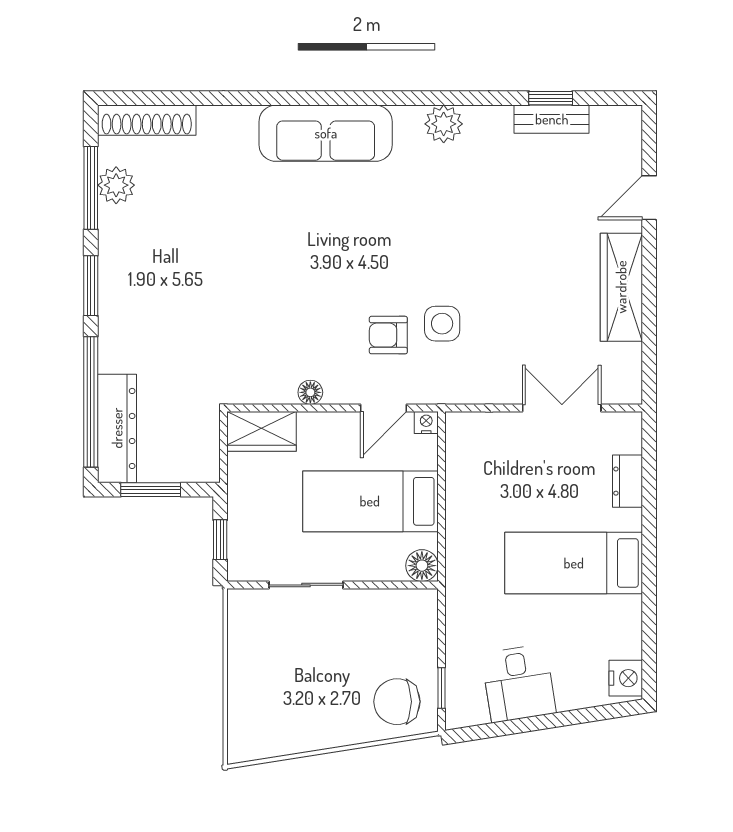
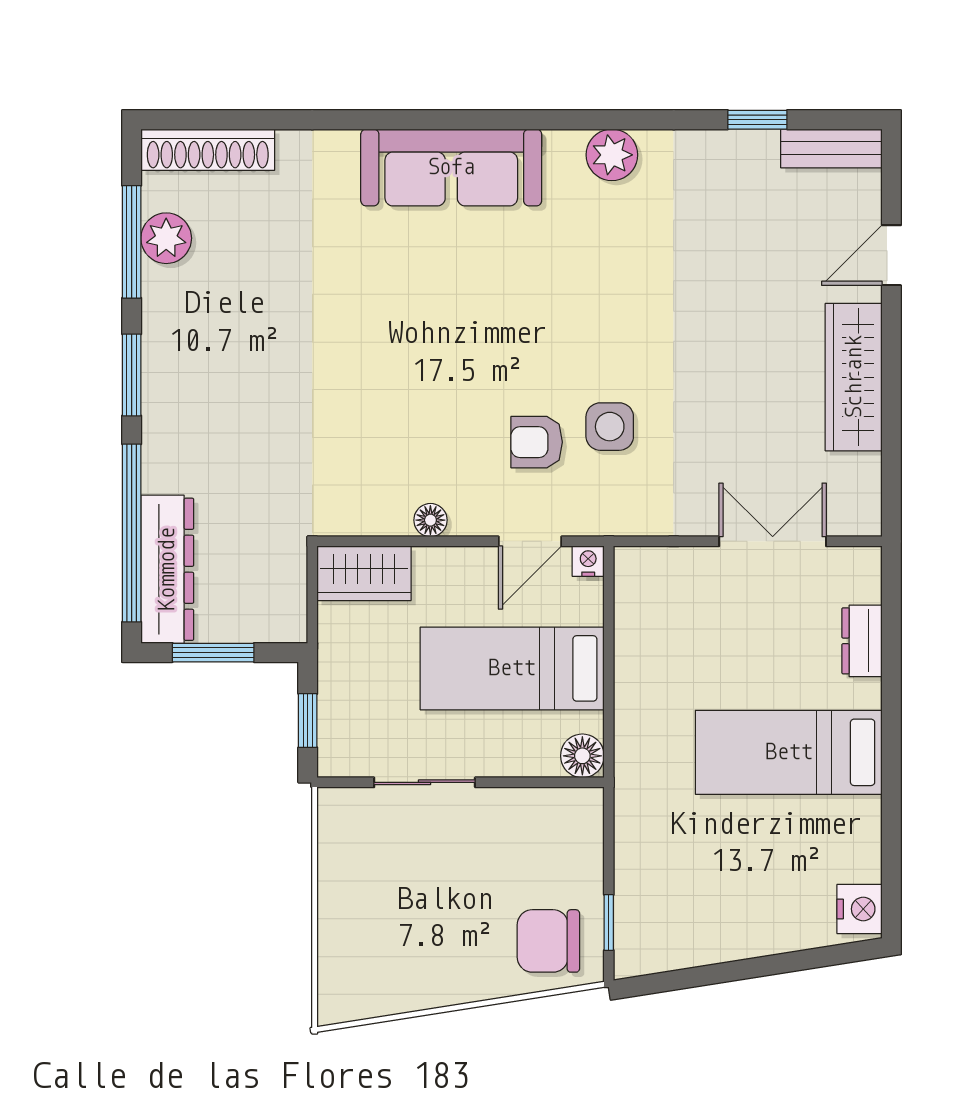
bench: (552, 119) -> (831, 148), moved
desk: (519, 683) -> (714, 916), removed

